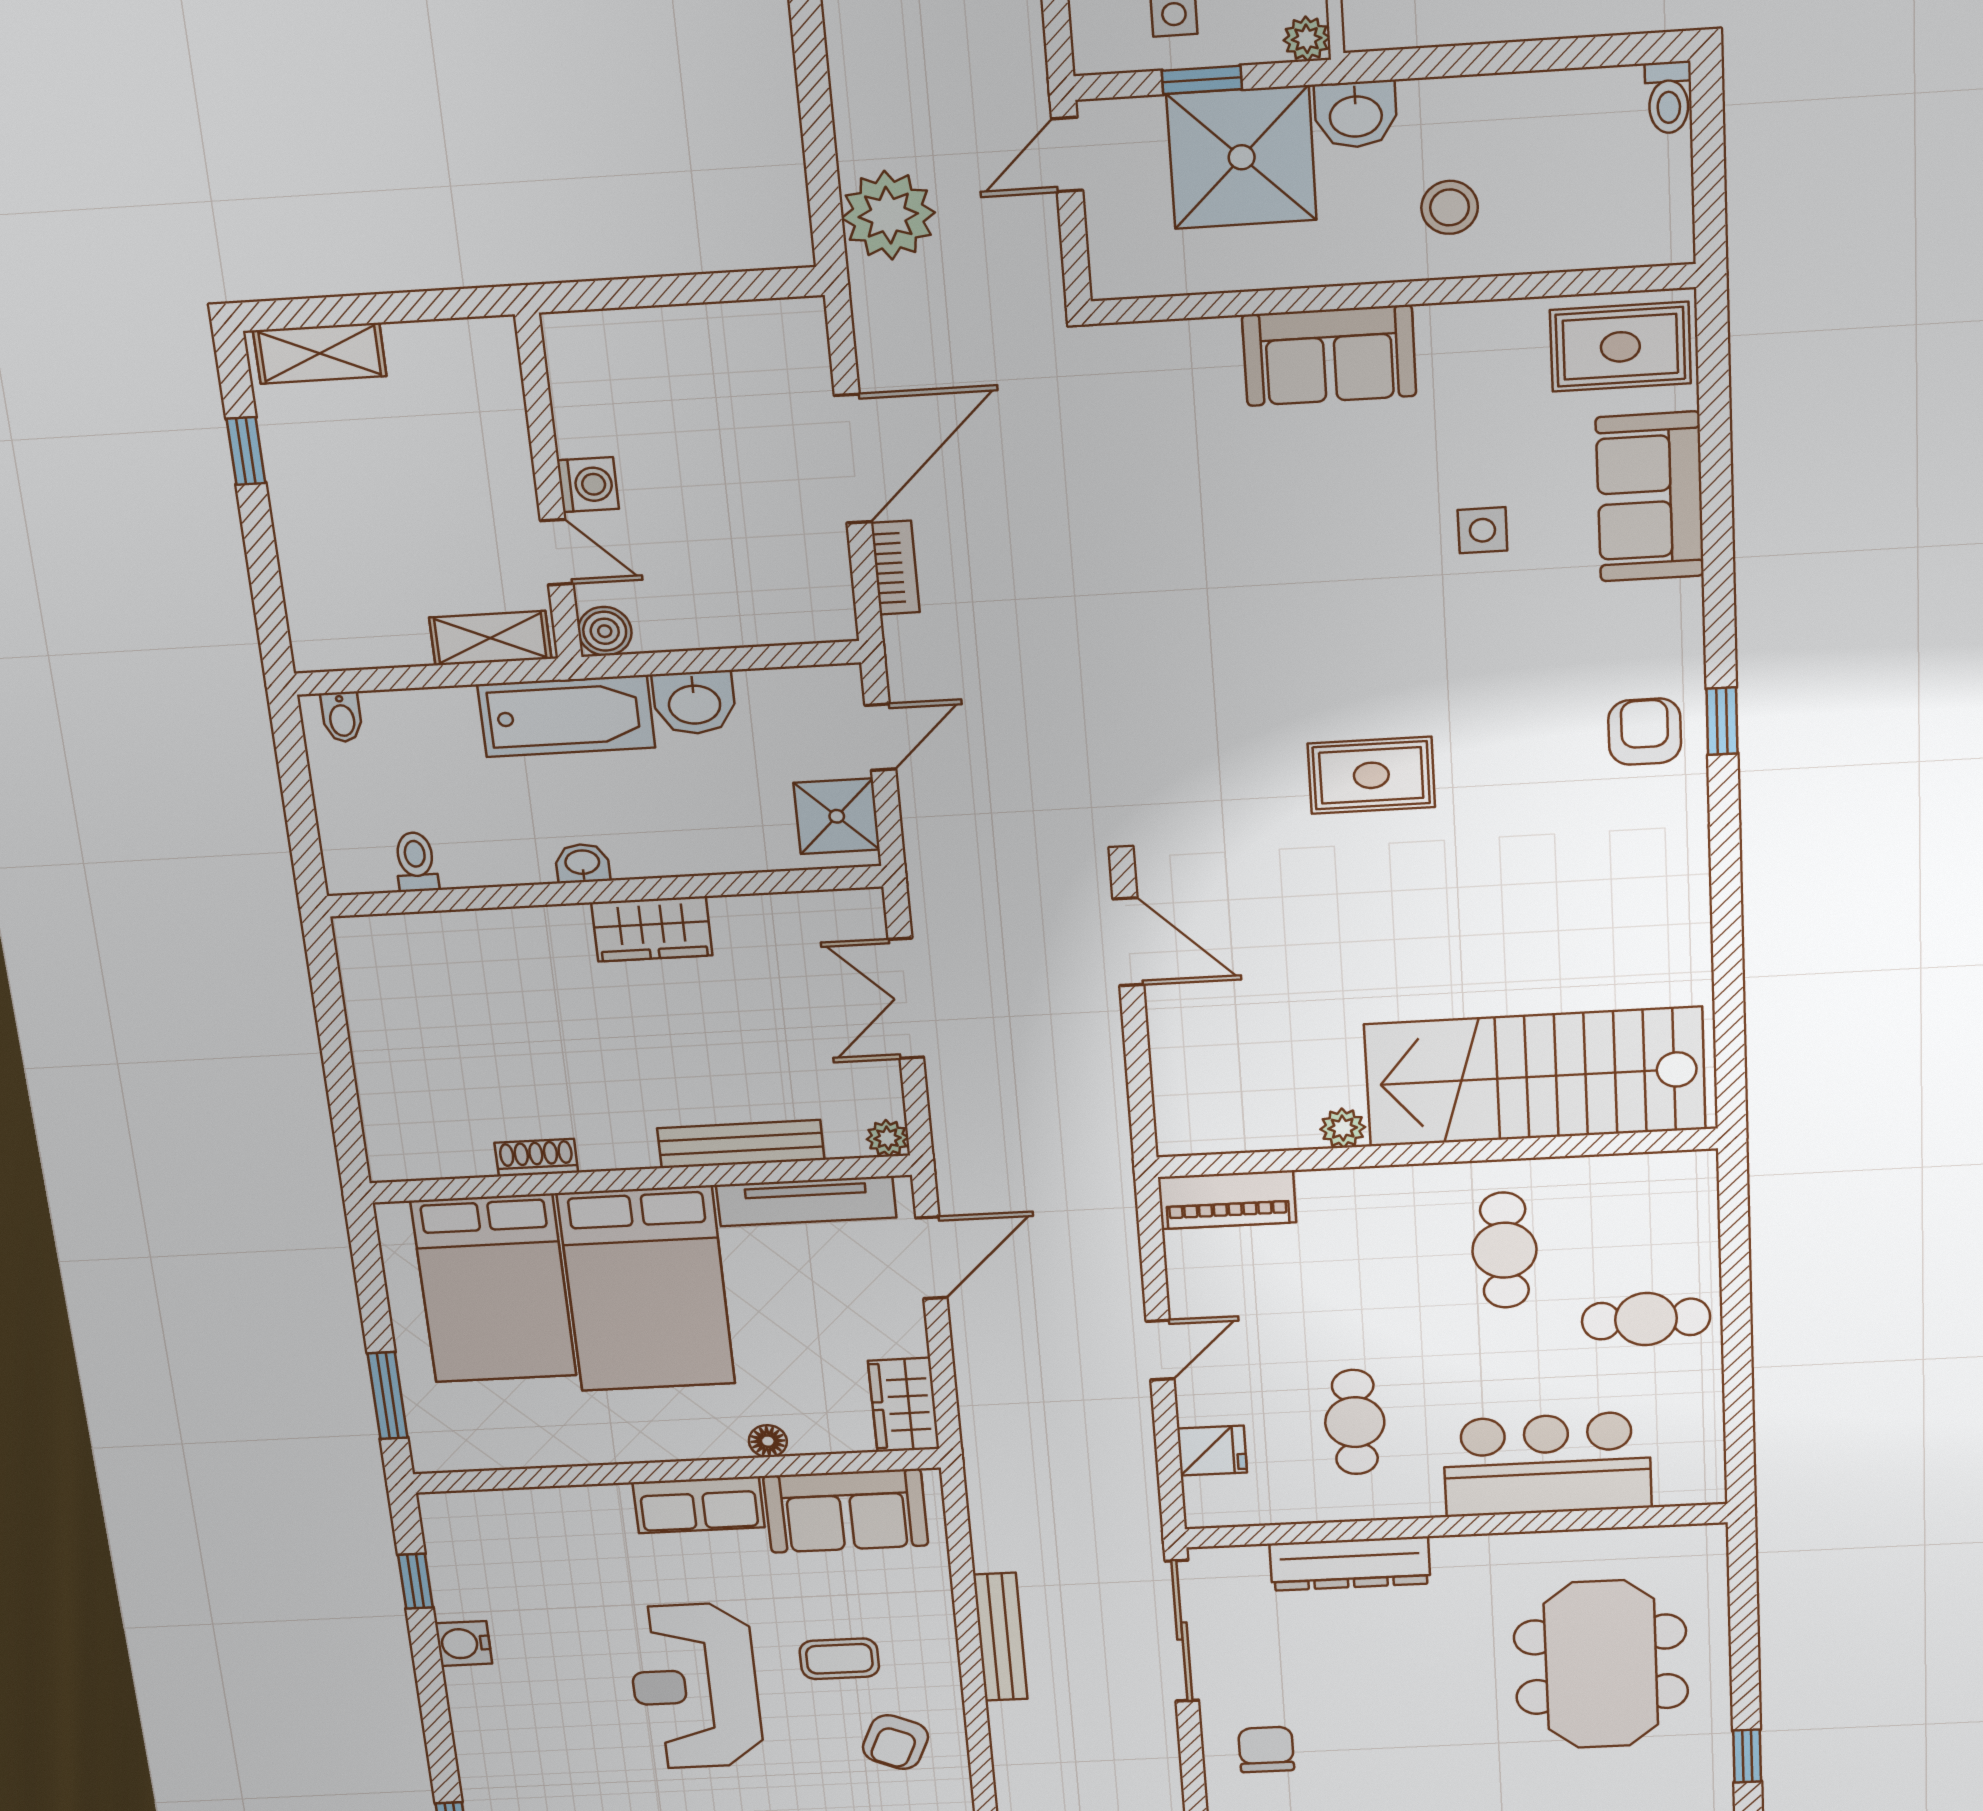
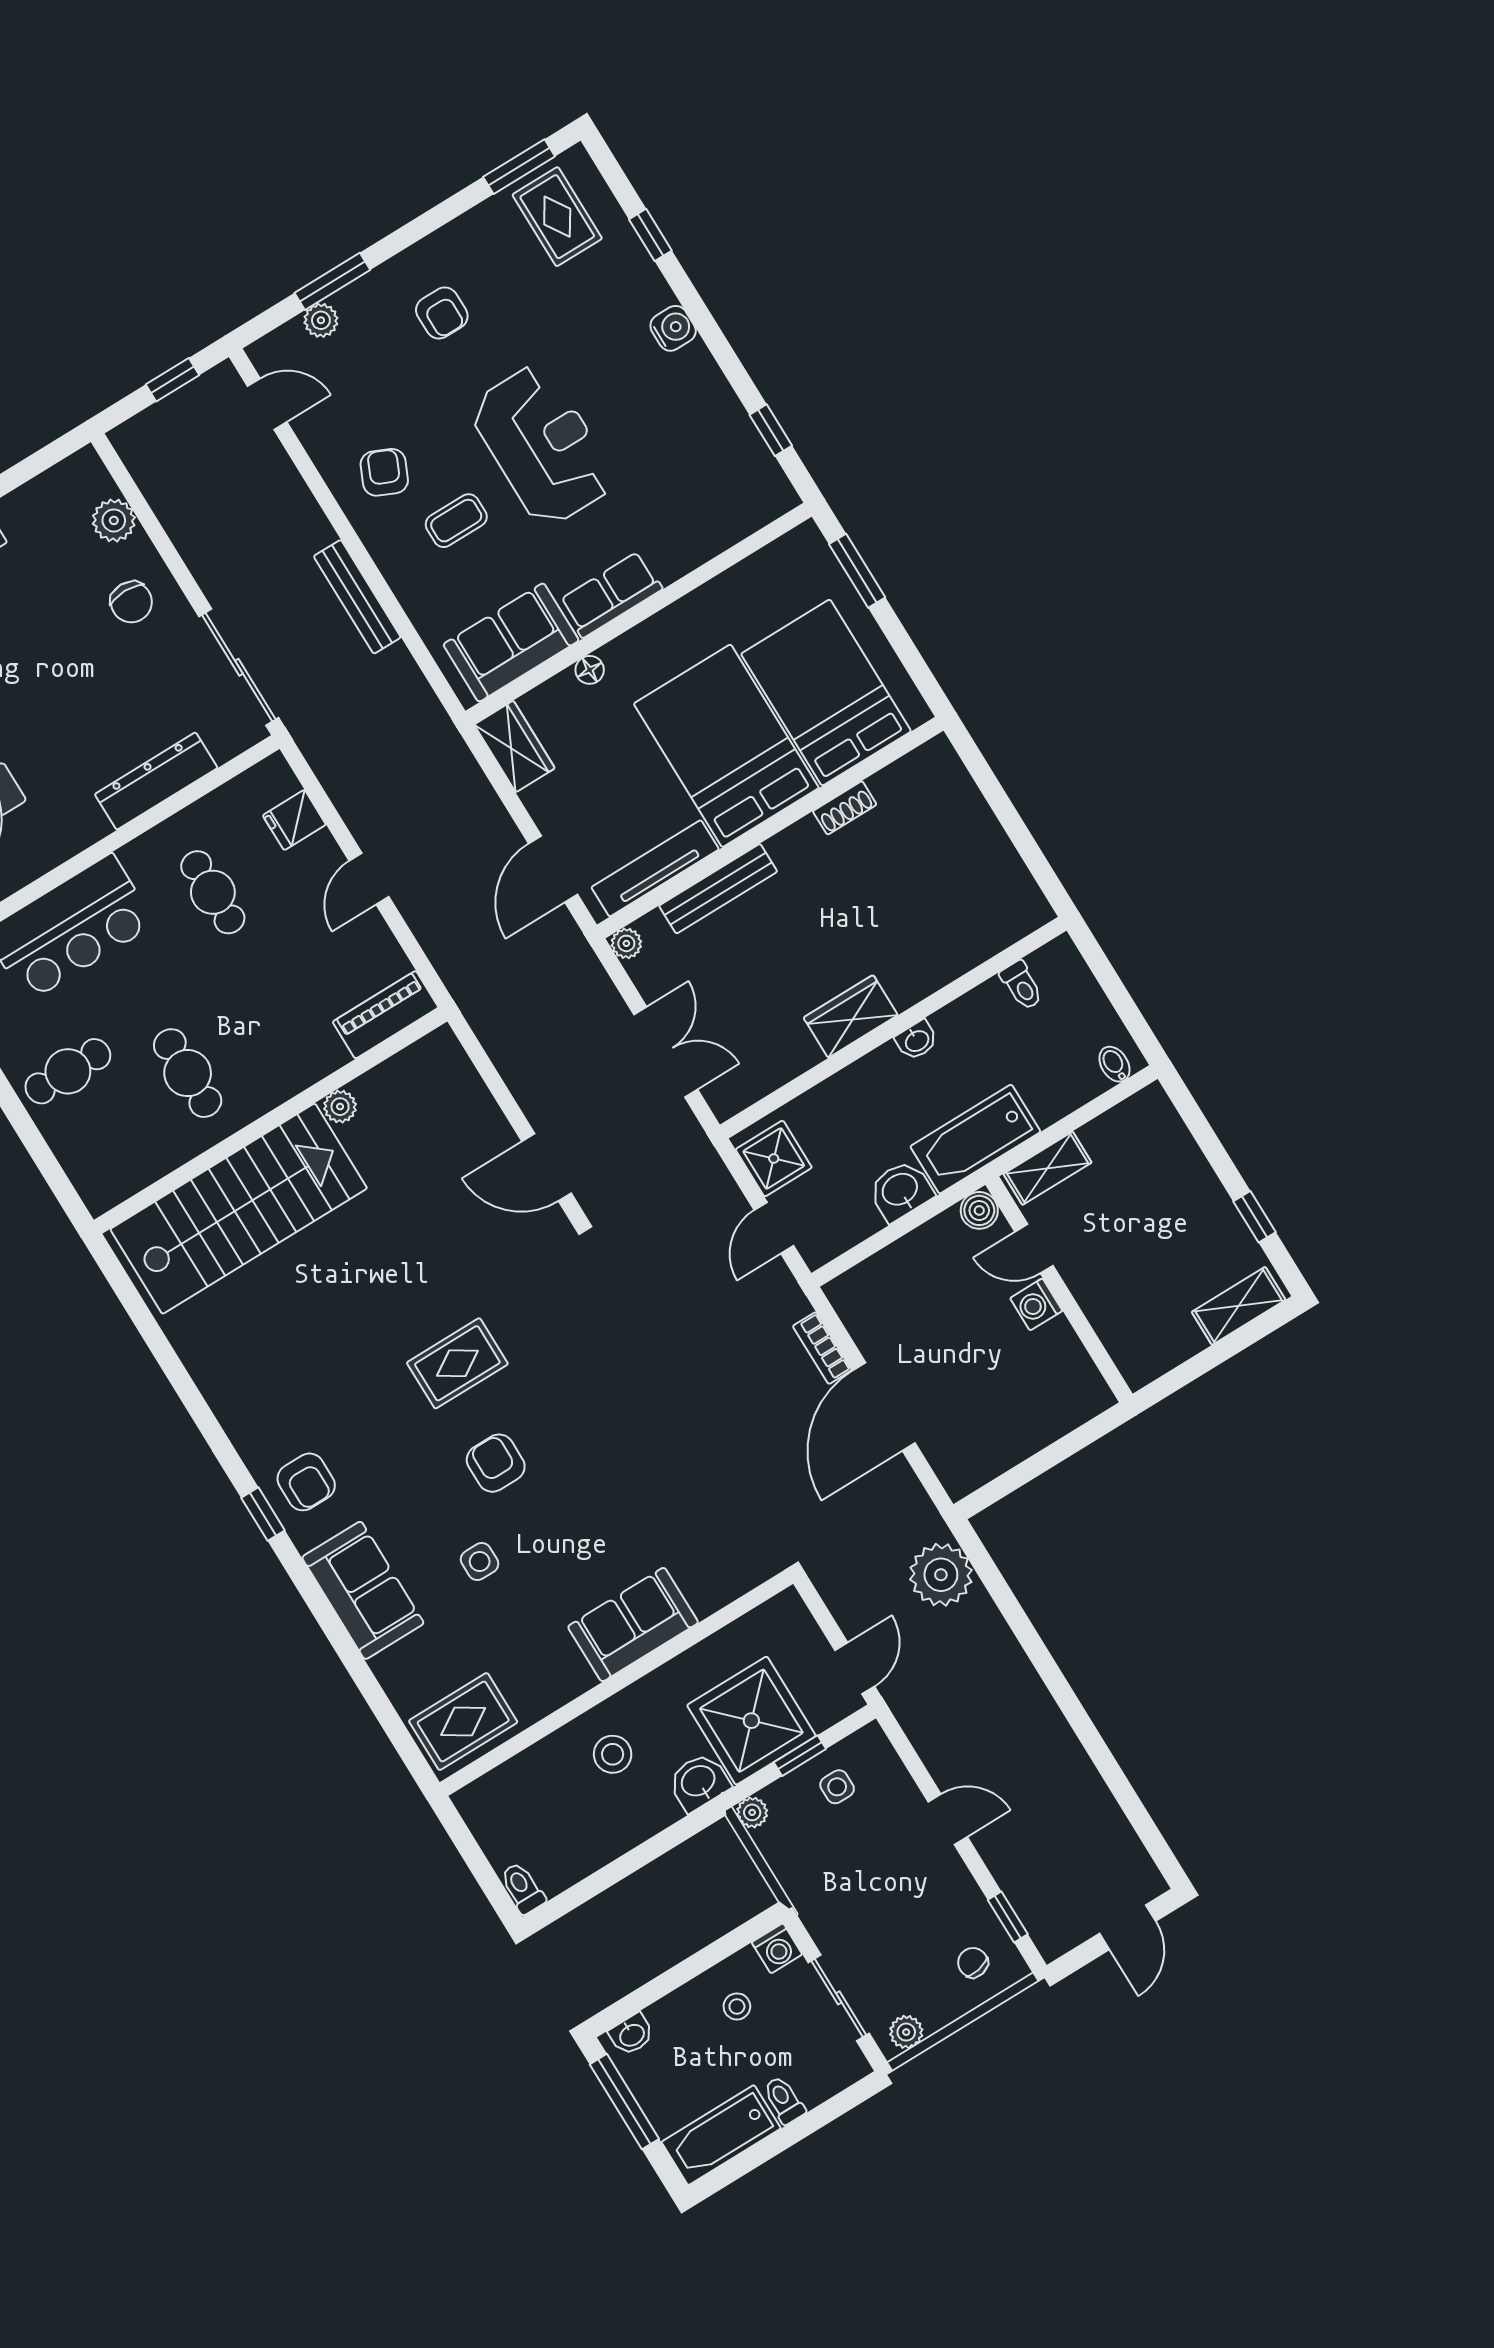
sofa: (1650, 497) -> (363, 1590), moved
armchair: (1392, 636) -> (496, 1463), added
water cooler: (464, 1644) -> (673, 328), moved

